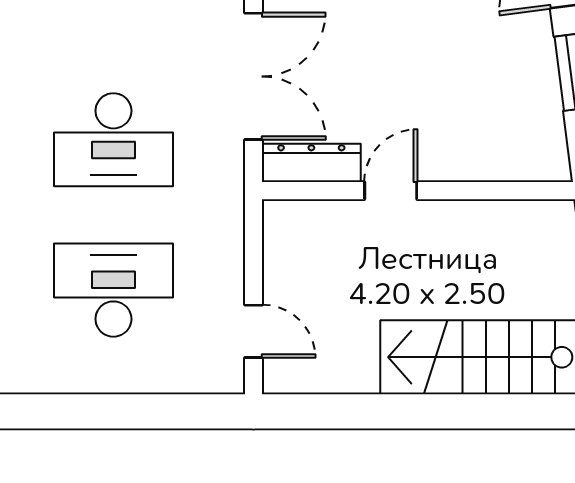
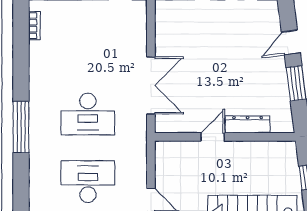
dresser: (311, 163) -> (248, 124), moved

